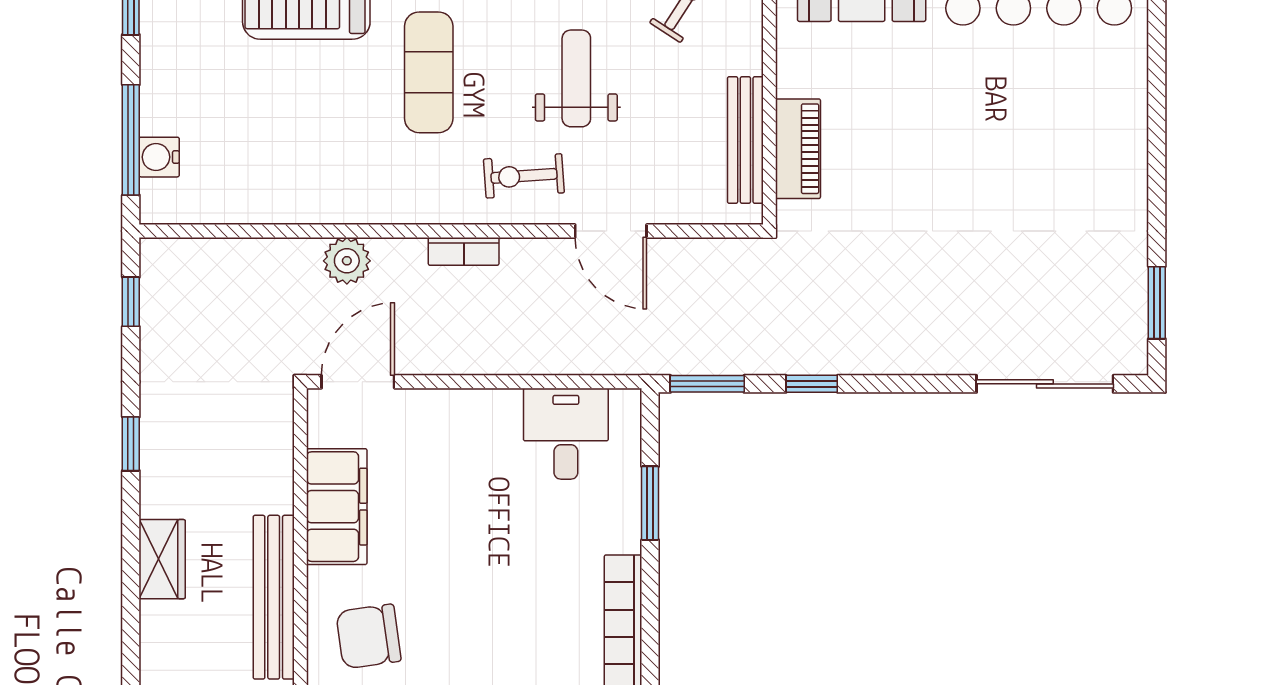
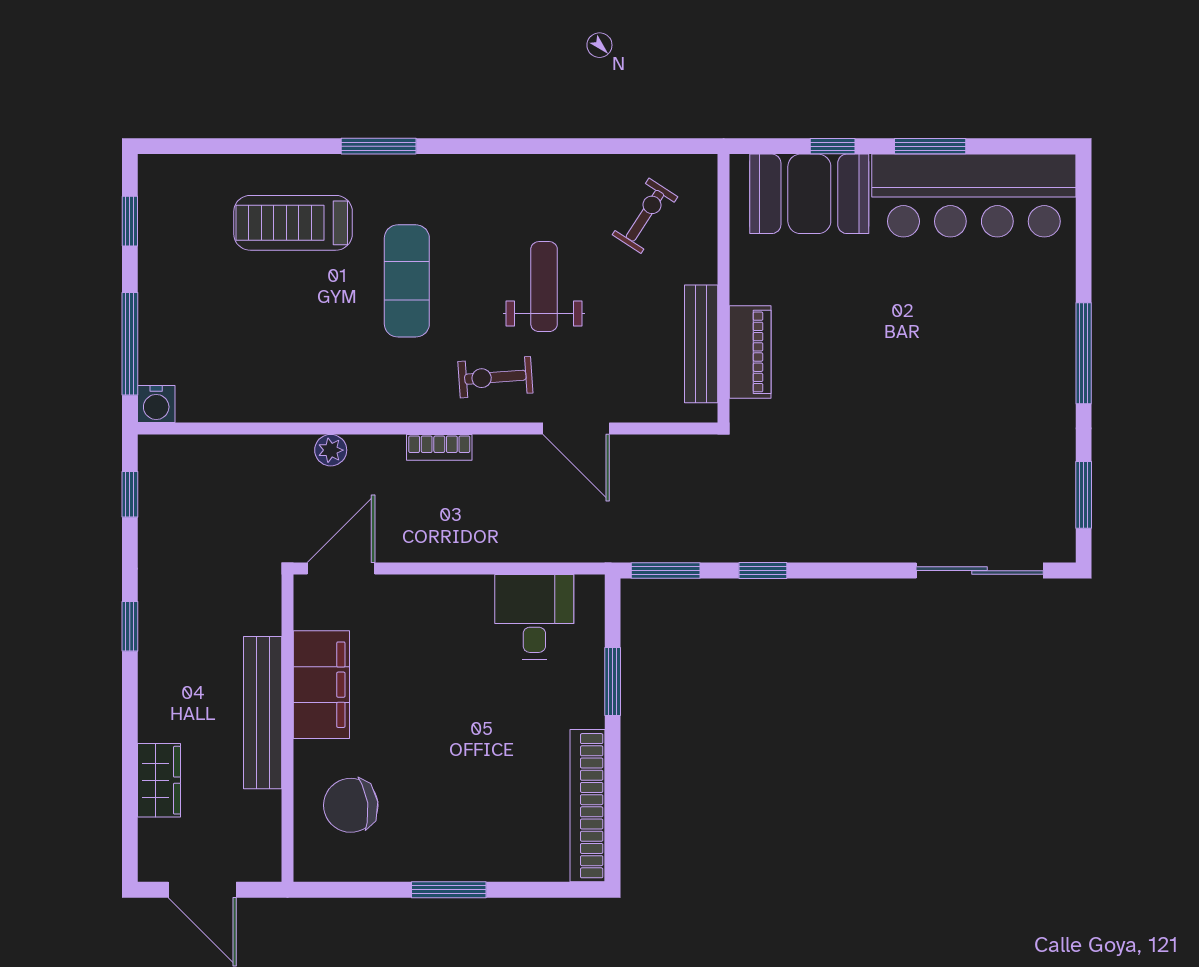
window: (1157, 150) -> (1084, 353), added
water cooler: (159, 157) -> (156, 404), moved, turned -90
plant: (347, 261) -> (331, 450), width x0.73, depth x0.73
wardrobe: (162, 559) -> (159, 780), moved
bench: (274, 597) -> (263, 713), moved

